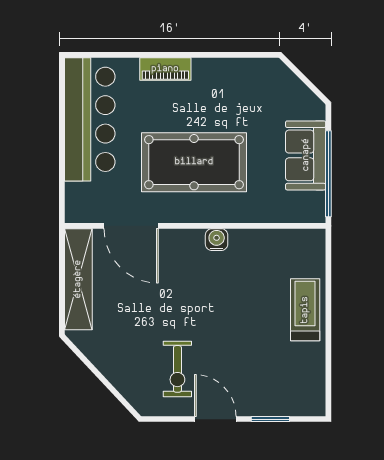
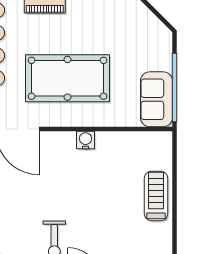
sofa: (306, 155) -> (156, 99), moved

